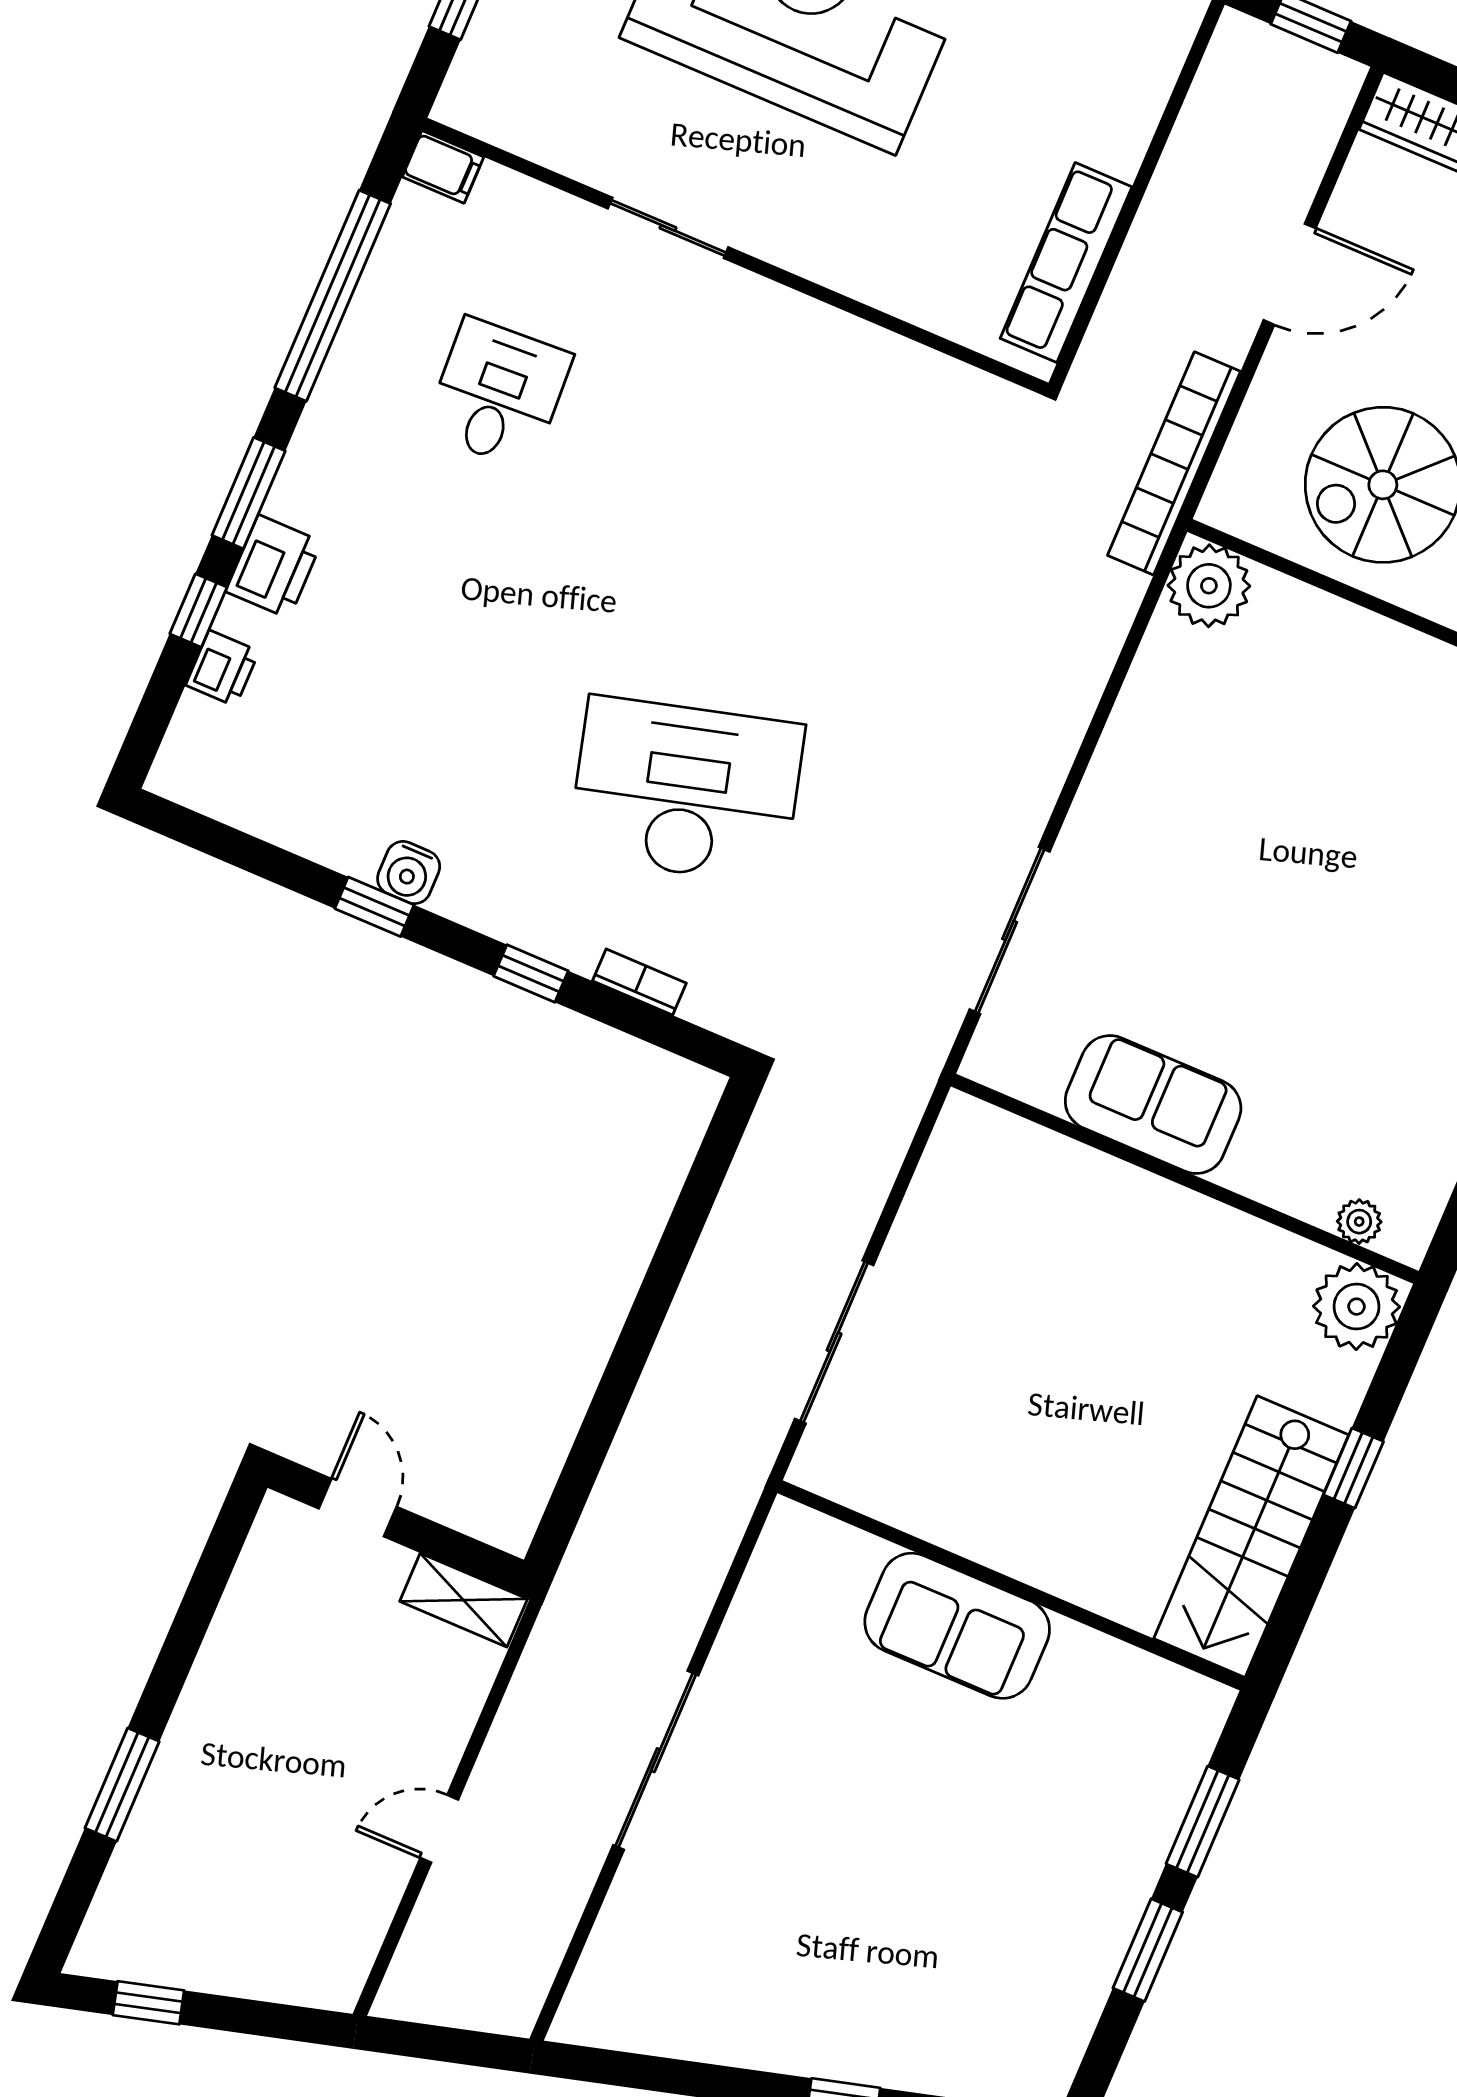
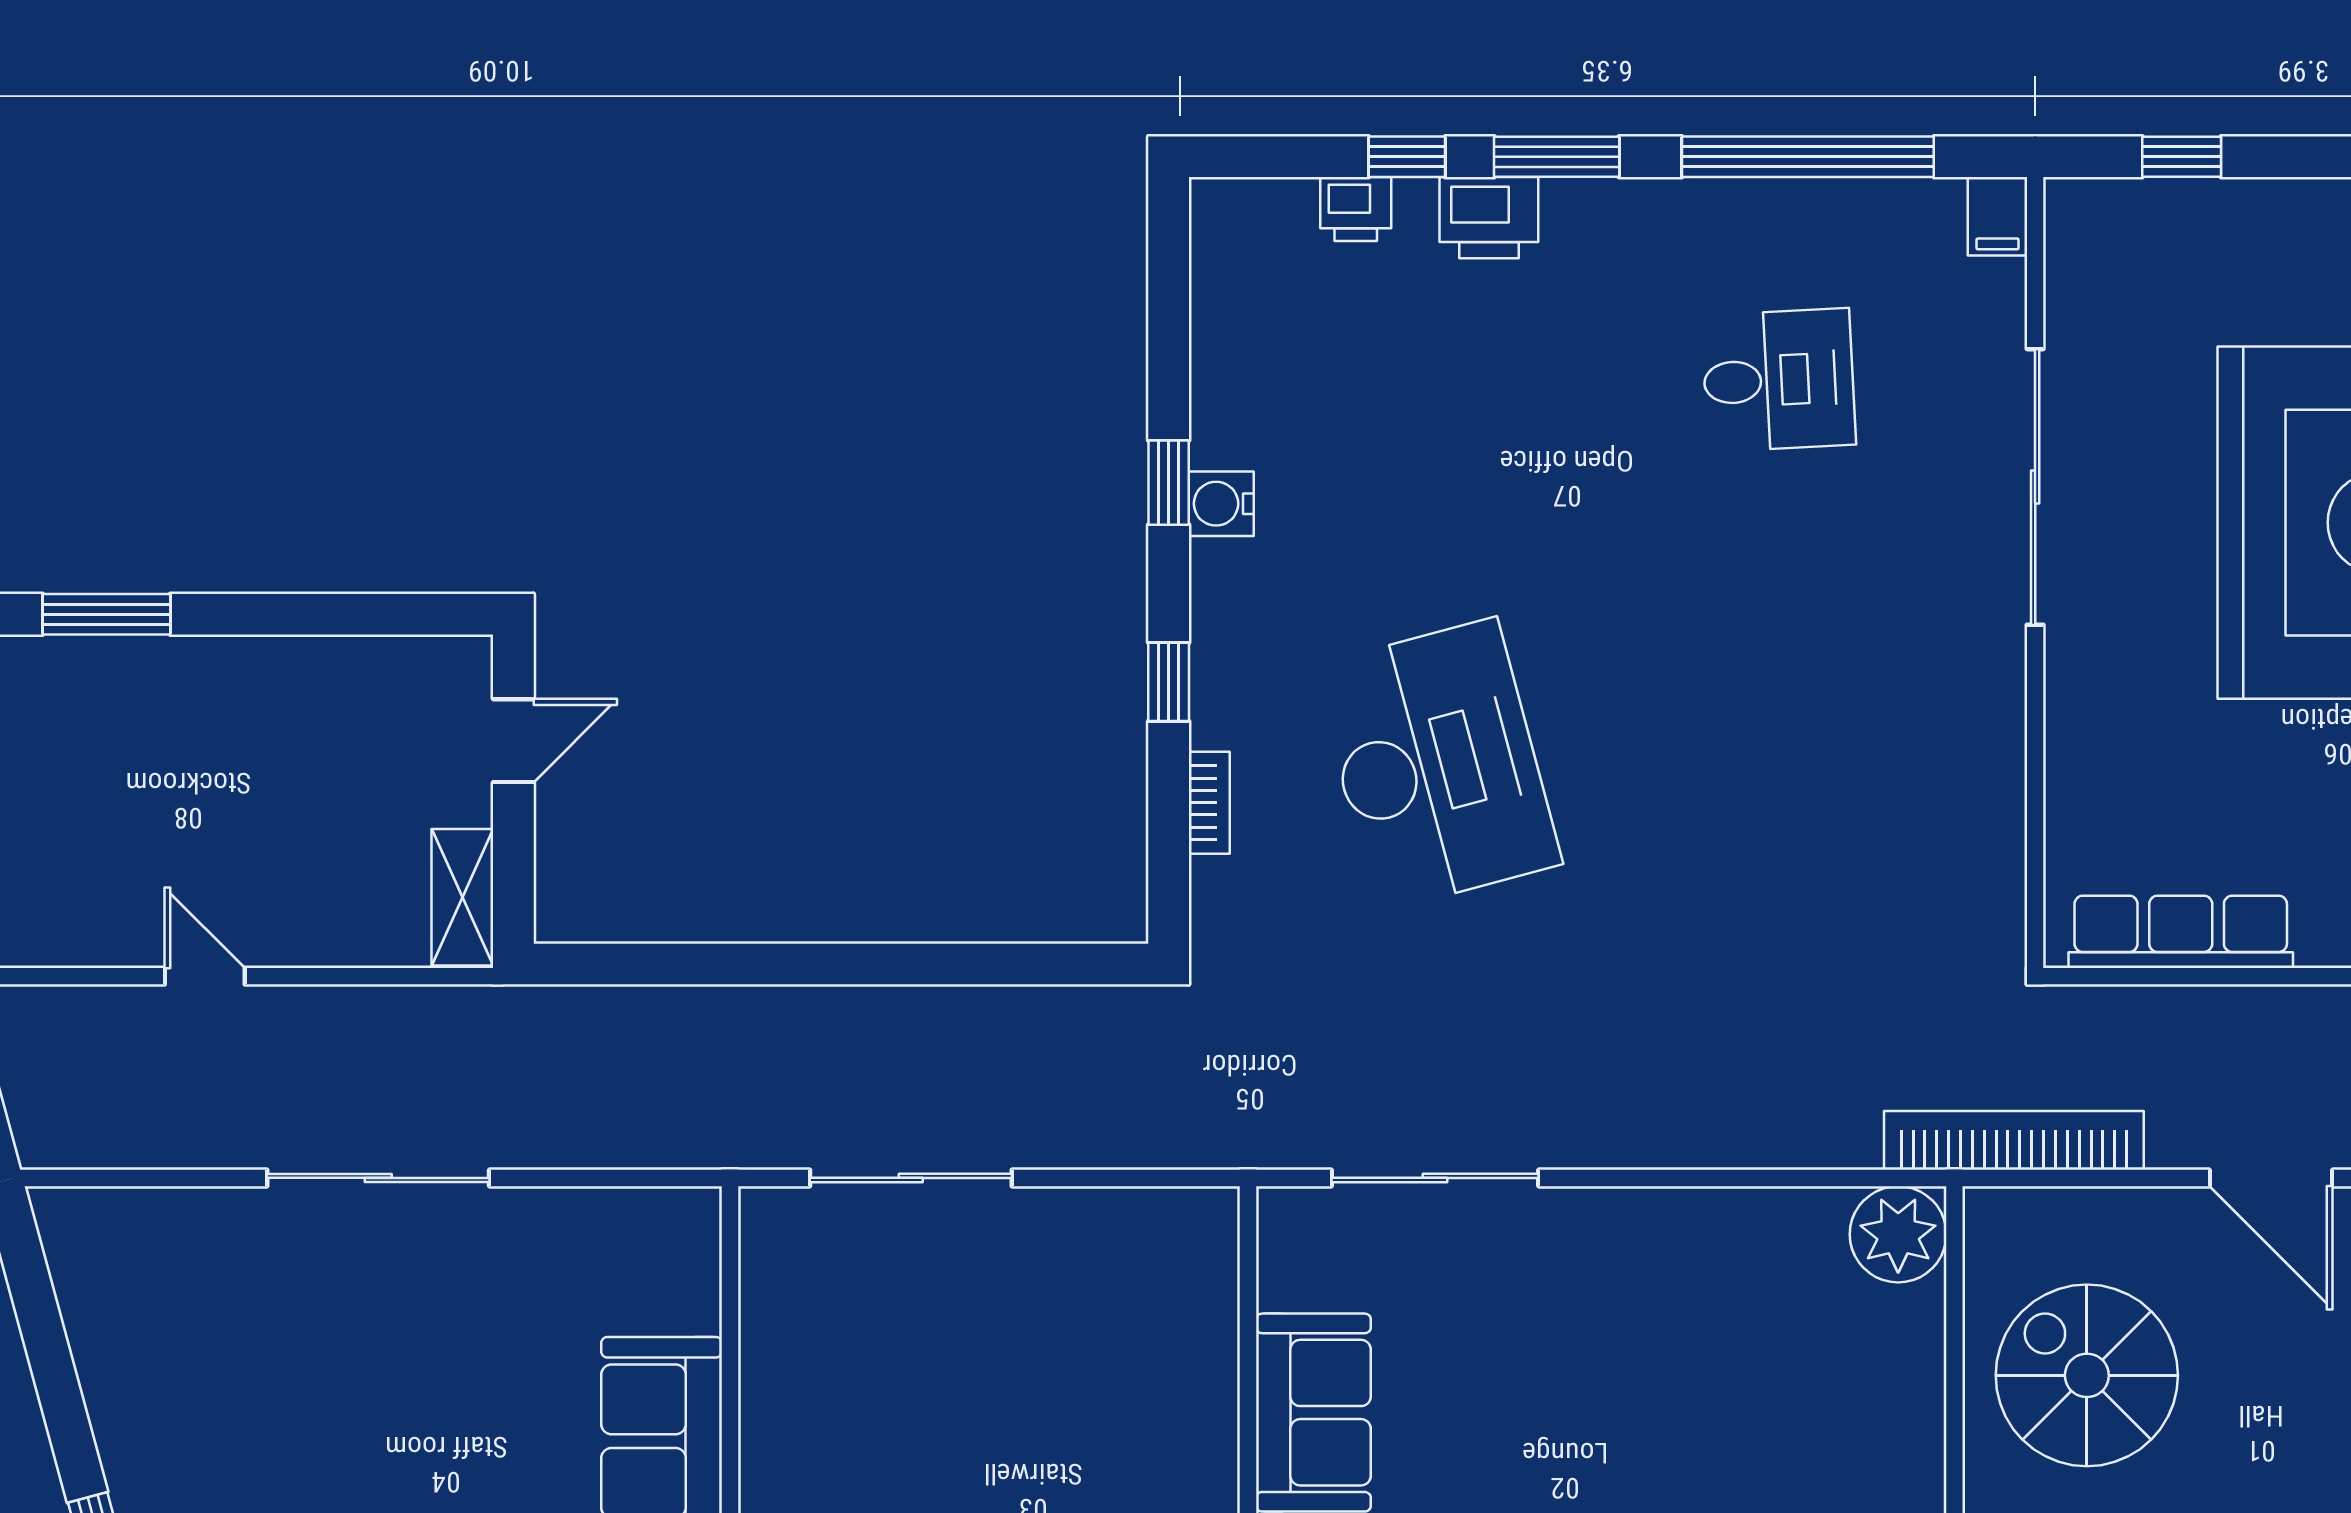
sliding door: (668, 228) -> (2035, 487), width x1.86

